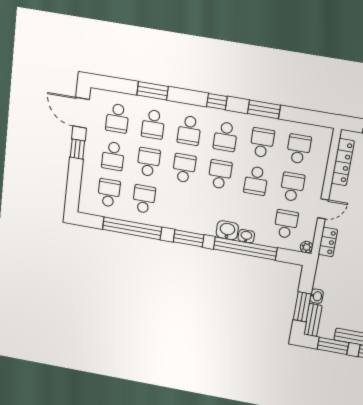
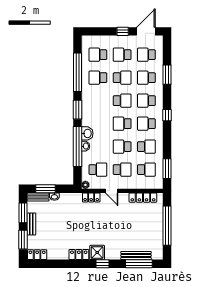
window: (264, 109) -> (167, 169), moved
school desk: (220, 174) -> (122, 124), turned 180
school desk: (109, 193) -> (98, 55), turned 180
school desk: (144, 199) -> (98, 78), turned 180

